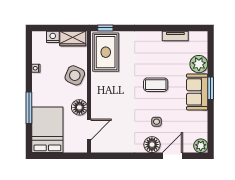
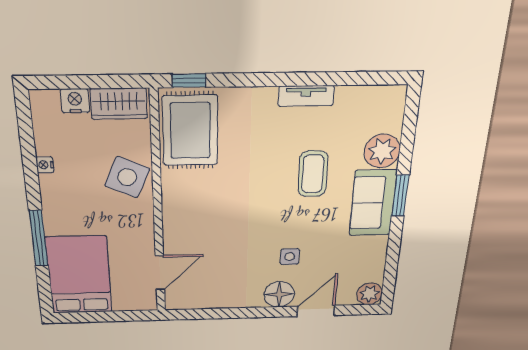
tv unit: (175, 36) -> (306, 96), moved
coffee table: (156, 85) -> (313, 174), moved, turned 90
floor lamp: (79, 107) -> (139, 235), removed

